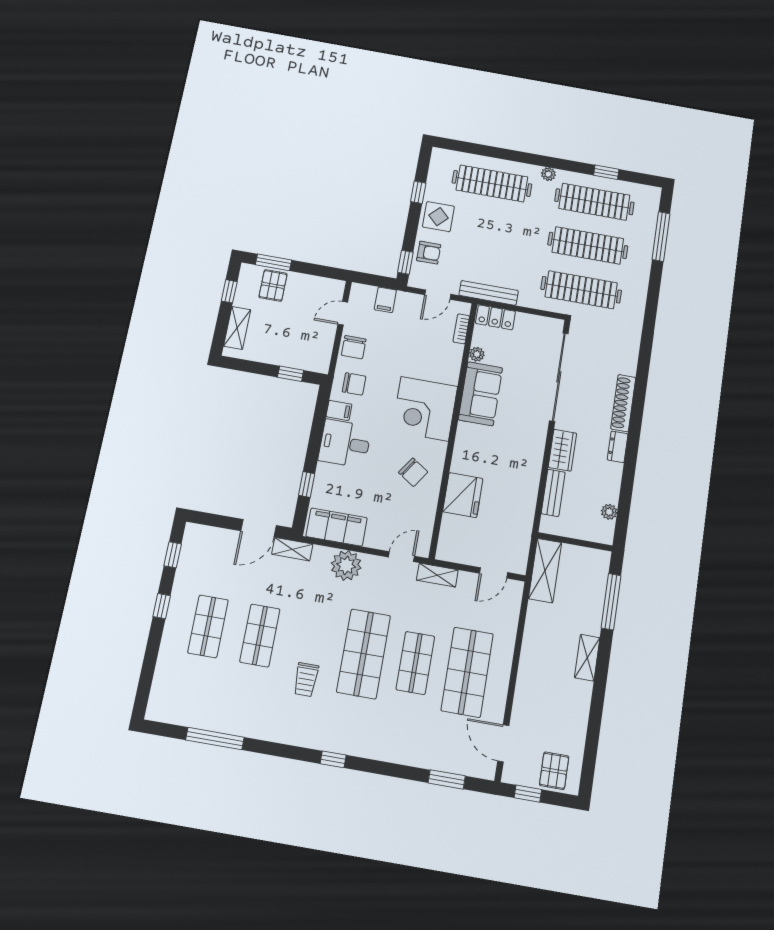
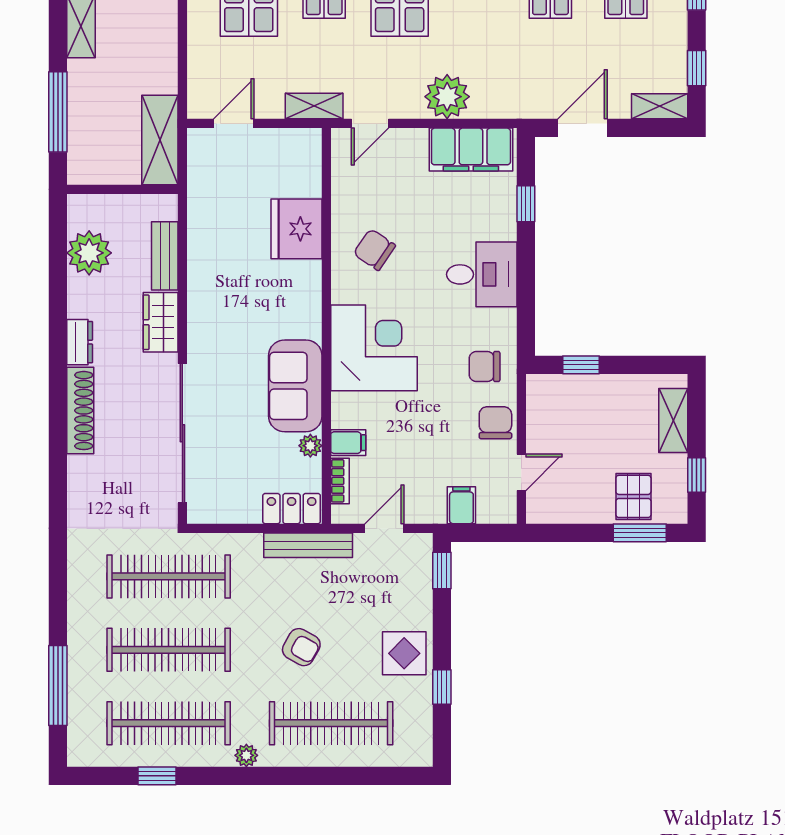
armchair: (429, 253) -> (301, 647), moved, turned -151
filing cabinet: (339, 410) -> (348, 443), moved, turned 180
plant: (609, 512) -> (89, 253), width x1.87, depth x1.87
shelving: (292, 549) -> (660, 106), moved

